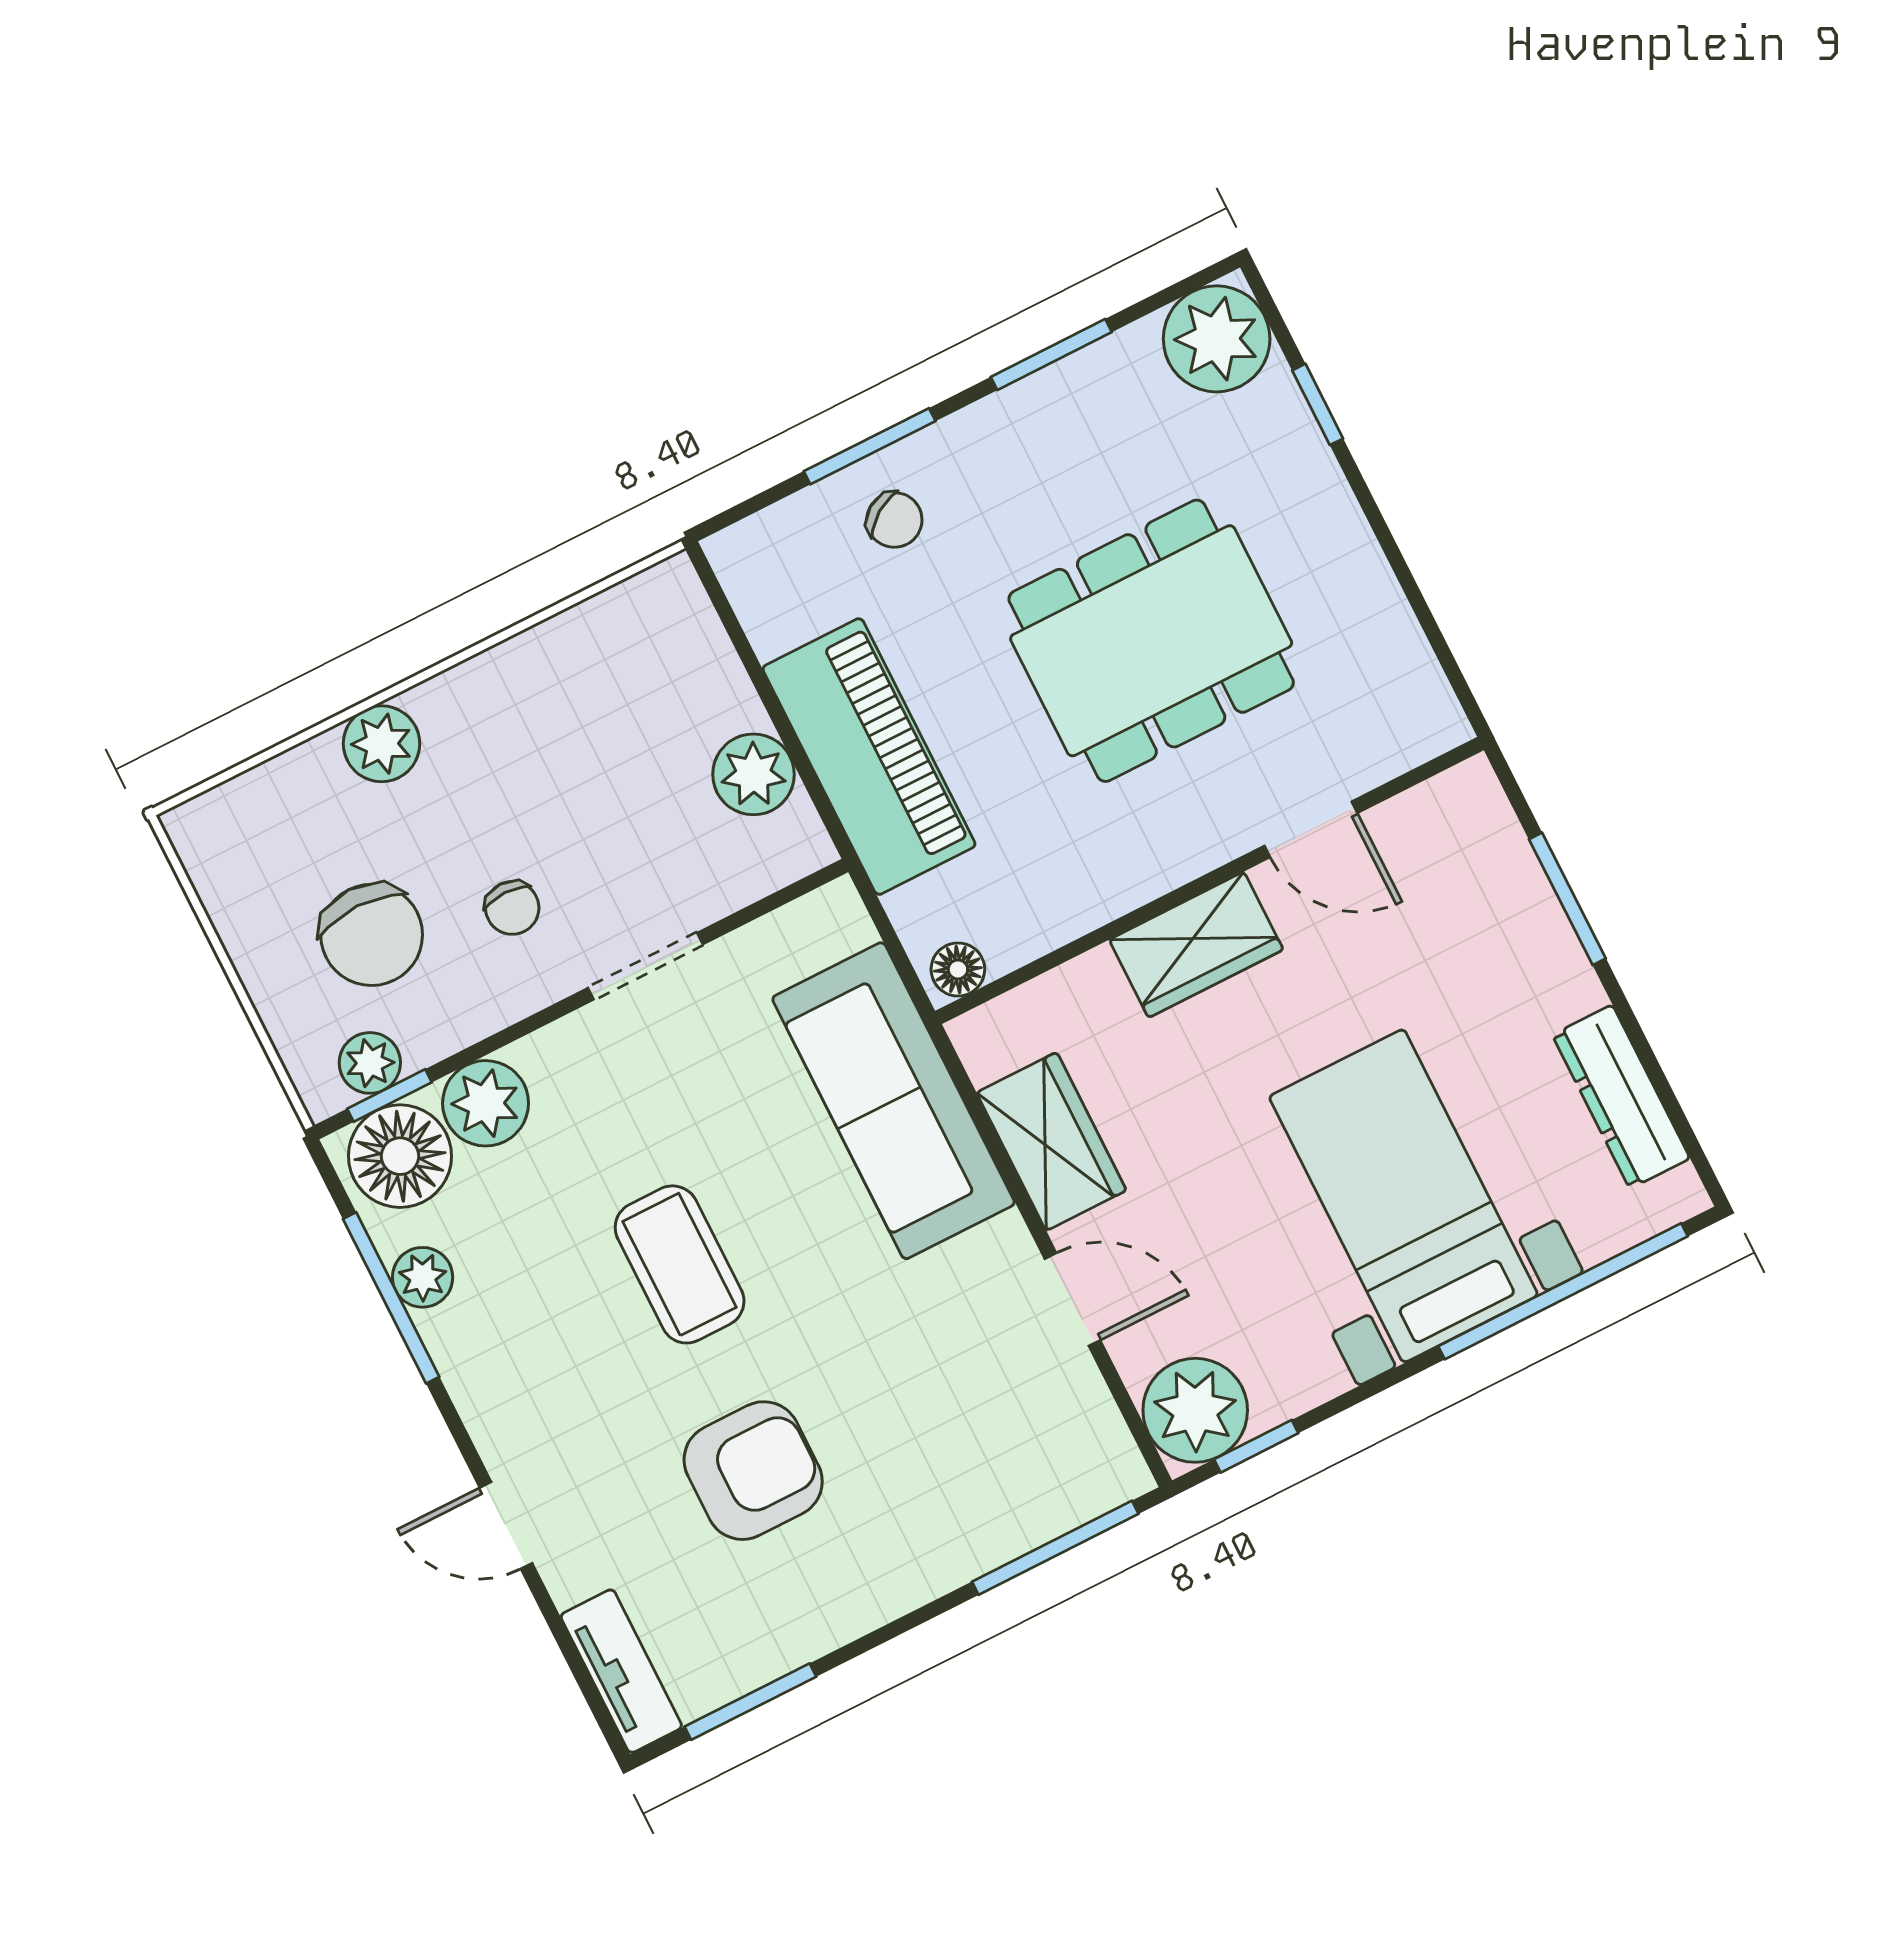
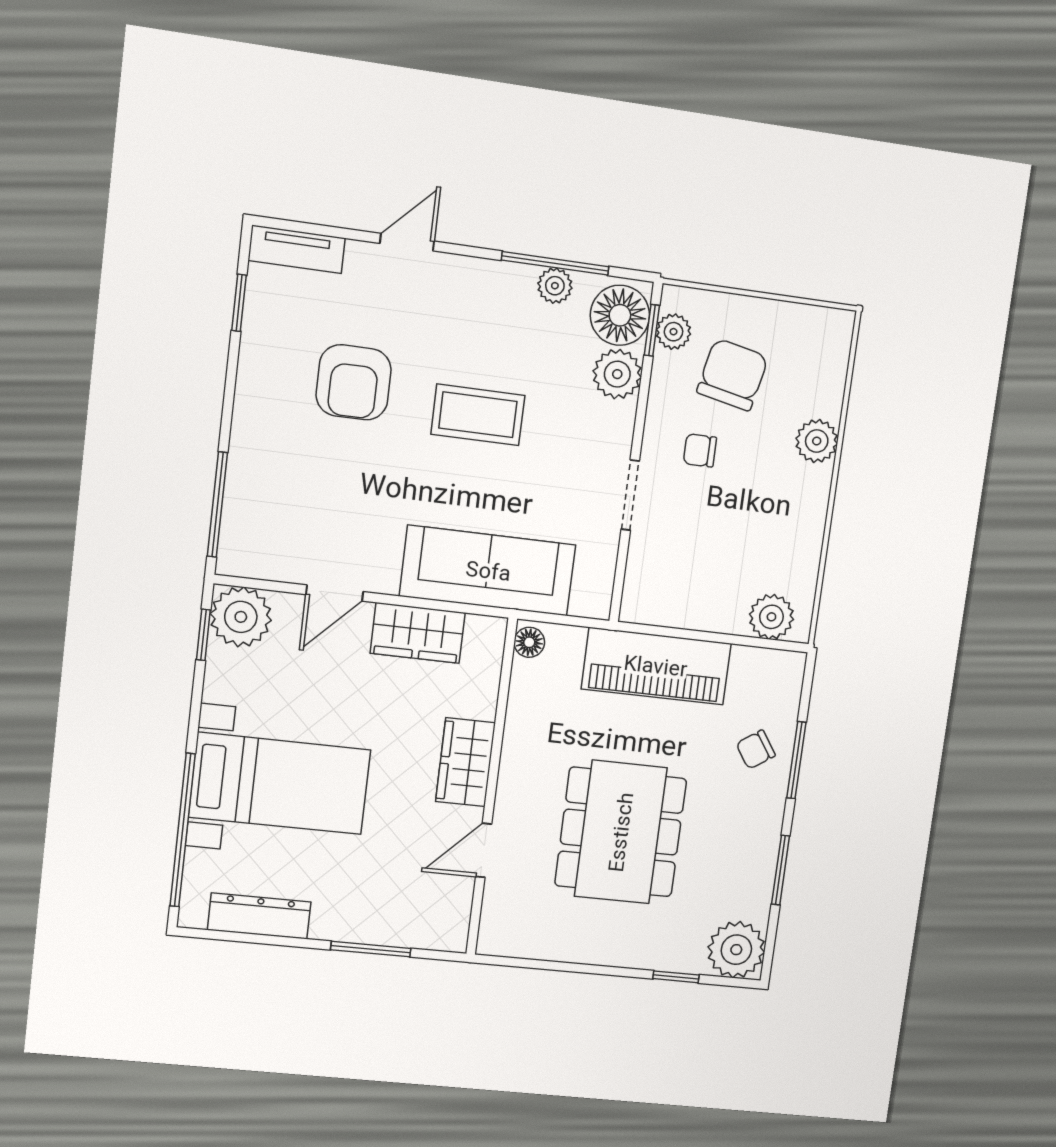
plant: (753, 774) -> (771, 617), moved
chair: (372, 935) -> (733, 375), turned 102
window: (750, 1702) -> (239, 303), width x0.67

